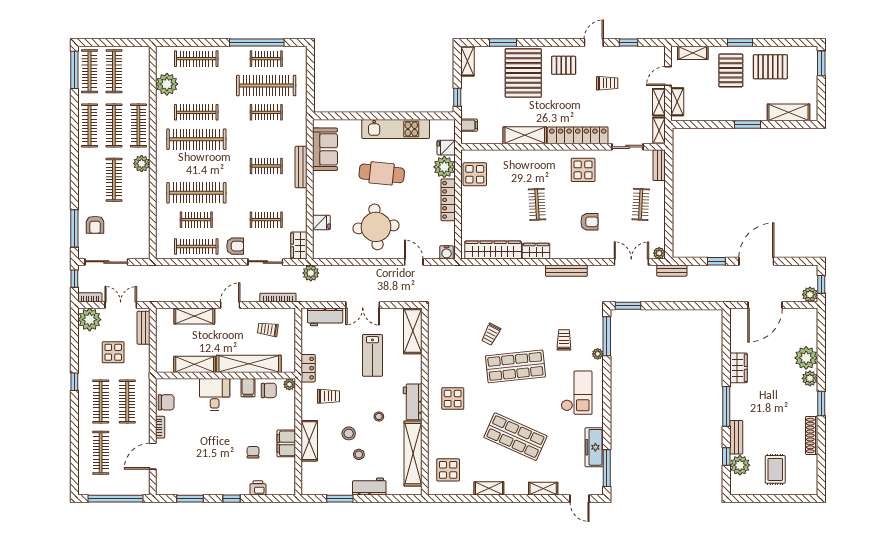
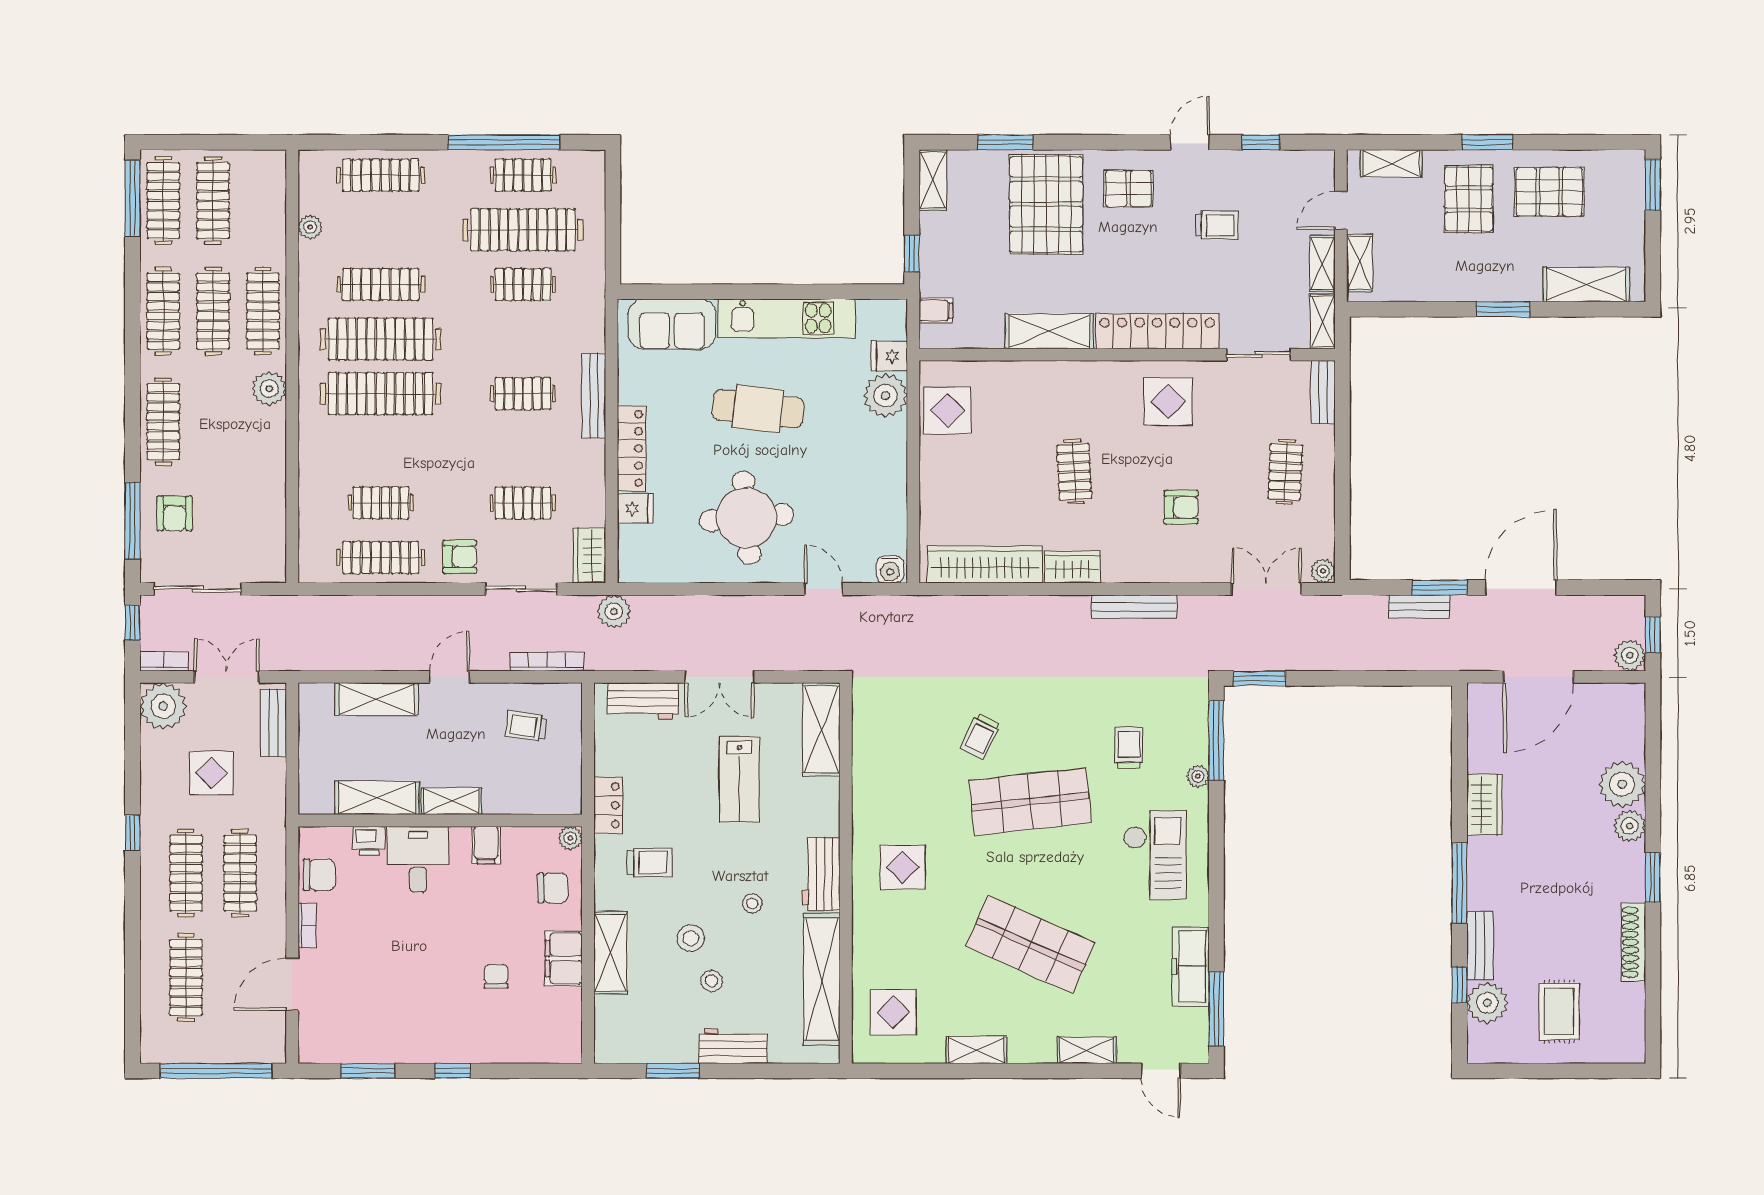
plant: (167, 84) -> (310, 227), width x0.53, depth x0.53
sofa: (325, 149) -> (672, 324), moved, turned 90
clothes rail: (114, 180) -> (163, 422), moved
clothes rail: (196, 193) -> (381, 394), moved
locker: (448, 200) -> (631, 448), moved, turned 180
window: (716, 261) -> (1439, 588), width x1.50
bench: (672, 271) -> (1419, 606), moved
shelving: (249, 364) -> (451, 801), width x0.45, depth x0.75
chair: (269, 390) -> (553, 888), moved
printer: (258, 488) -> (369, 841), moved, turned 180

